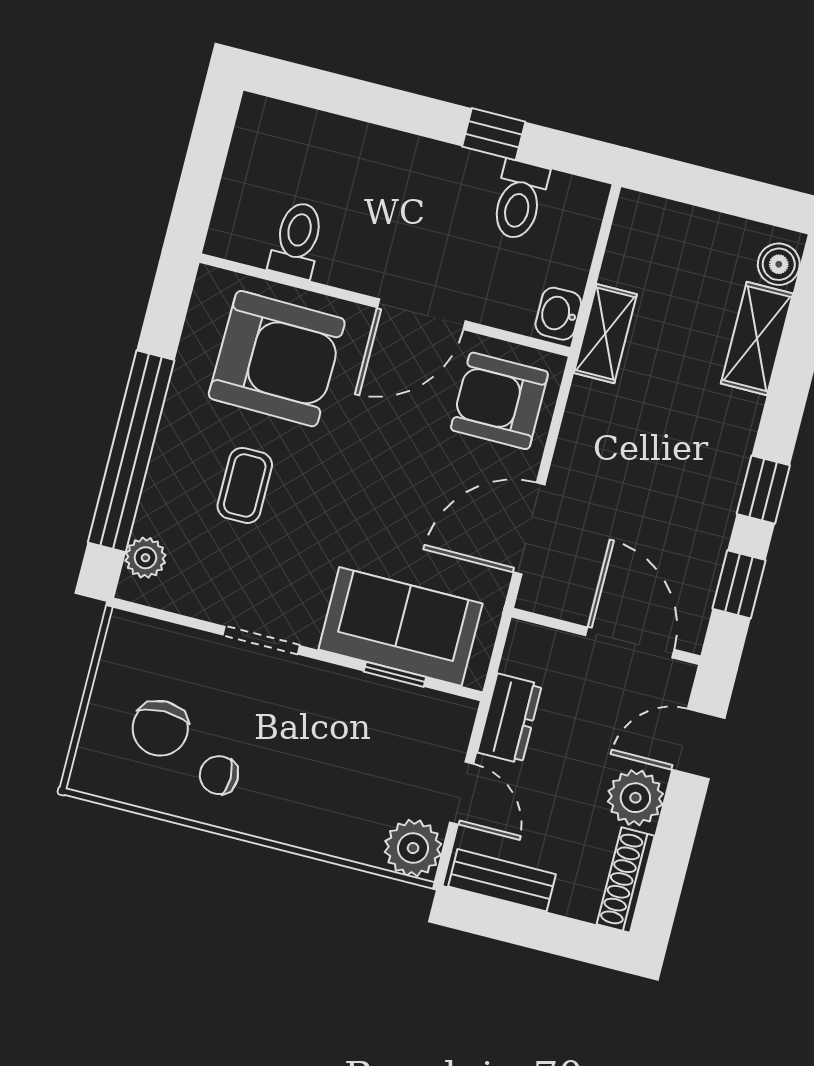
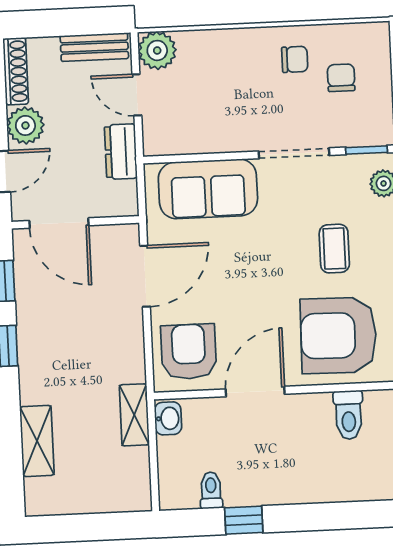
toilet: (519, 200) -> (211, 490), width x0.73, depth x0.72
boiler: (779, 264) -> (37, 492), removed
armchair: (499, 401) -> (189, 352), turned -90
doorway: (261, 640) -> (294, 153), width x1.38
window: (395, 674) -> (367, 150), moved
chair: (160, 728) -> (341, 78), width x0.73, depth x0.73

